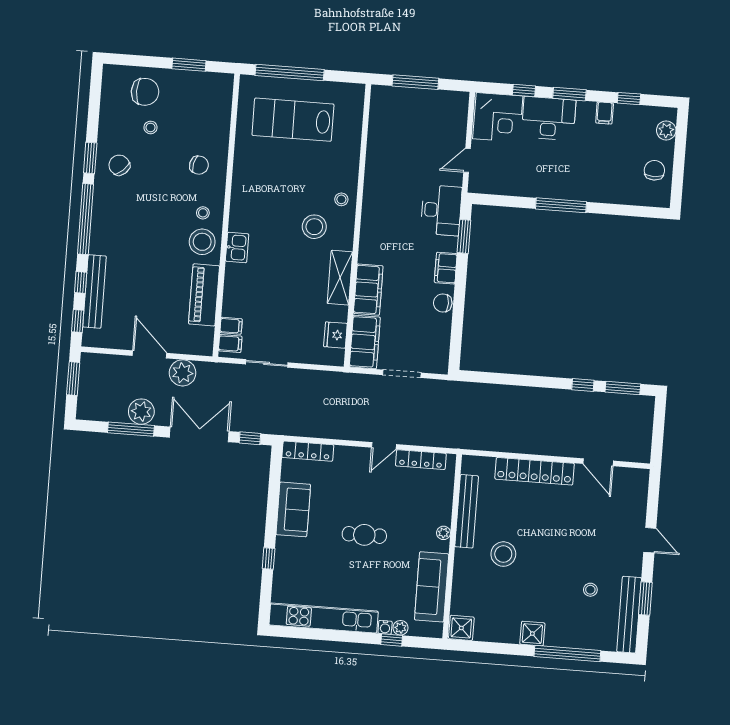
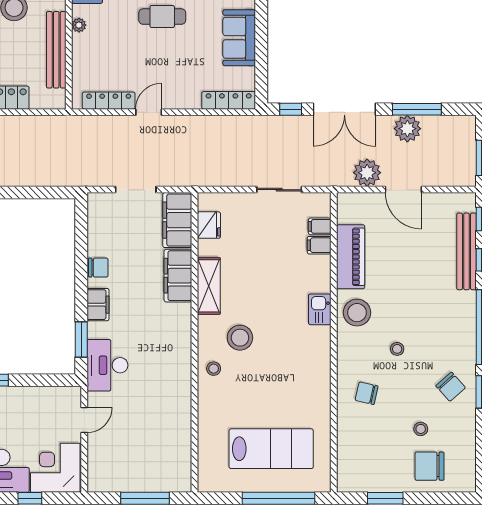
stool: (203, 213) -> (397, 349), moved
filing cabinet: (230, 344) -> (319, 245), moved

